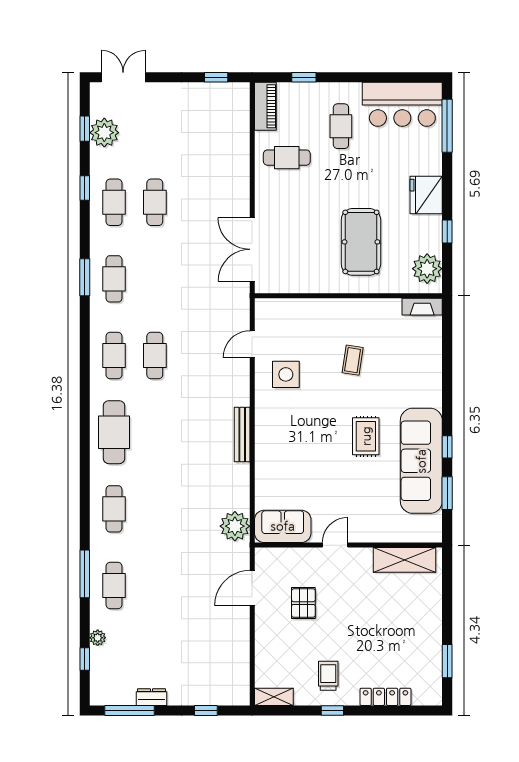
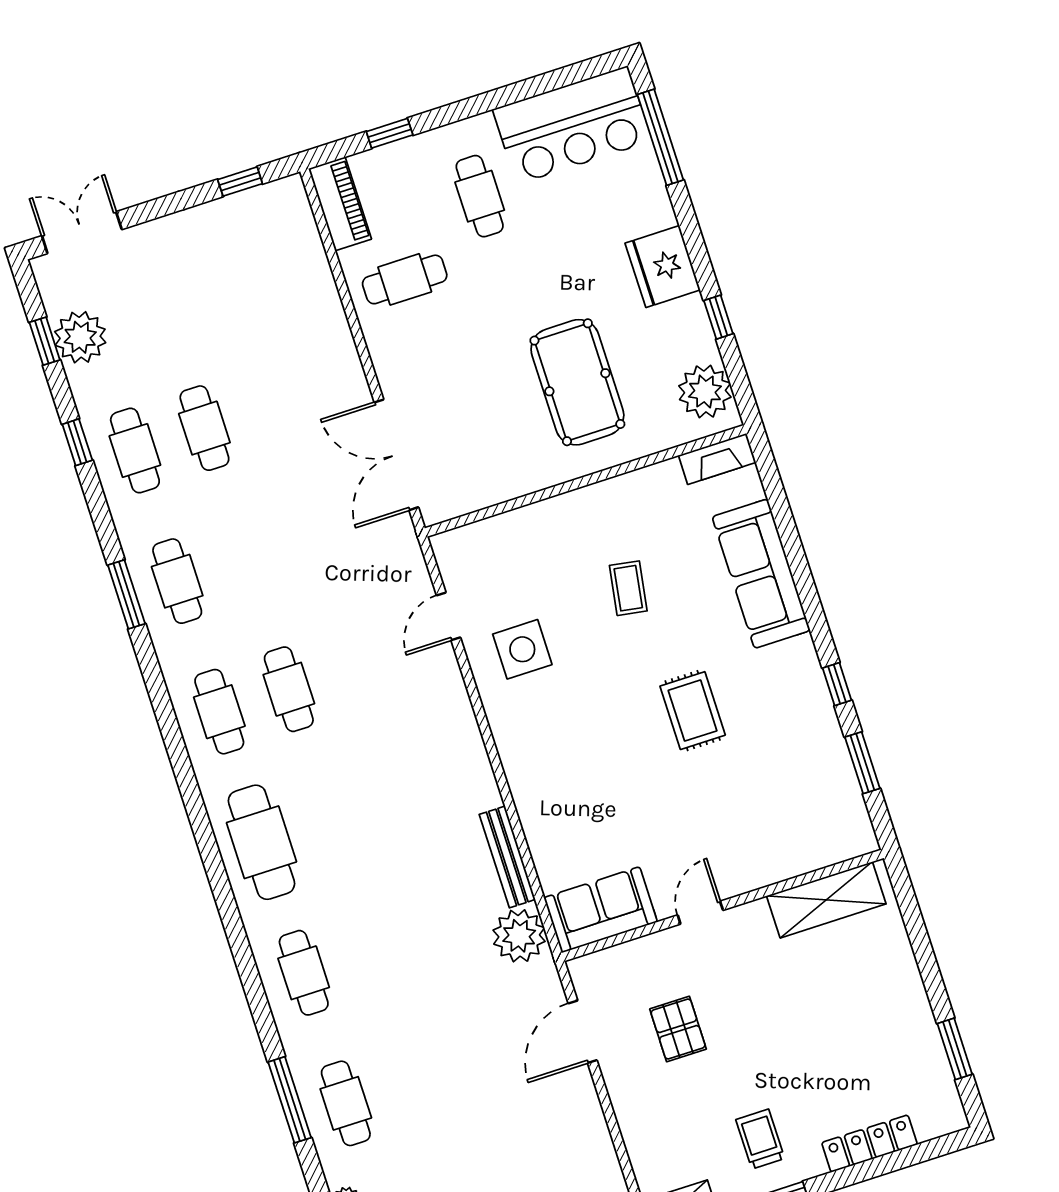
bench: (242, 434) -> (507, 857), moved
sofa: (421, 461) -> (761, 574), moved, width x0.74, depth x0.79

